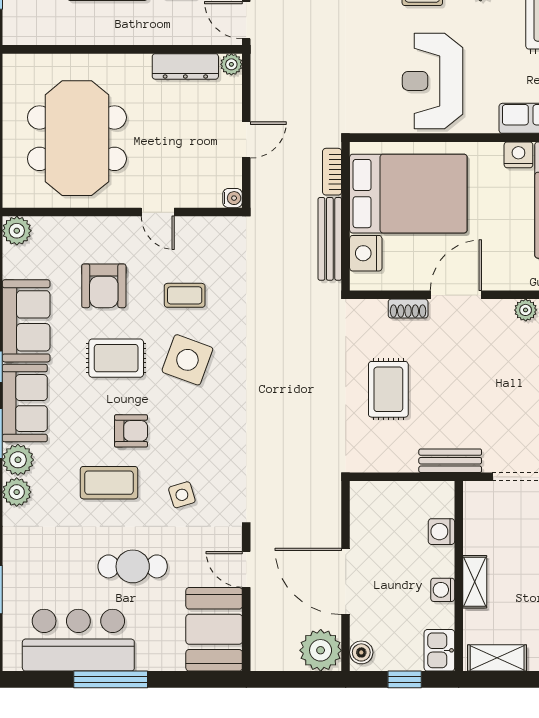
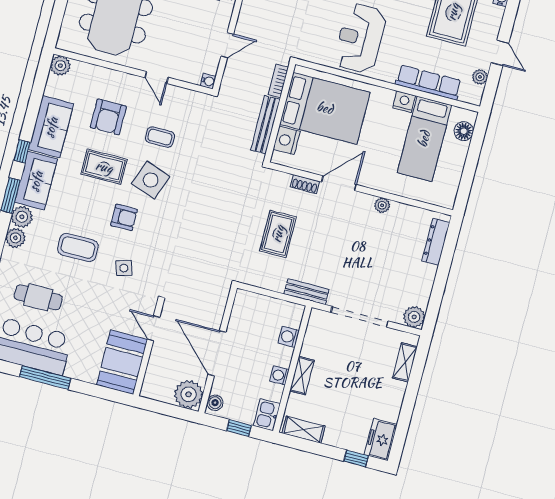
armchair: (131, 431) -> (124, 217), moved
cafe table: (133, 566) -> (38, 297), moved

